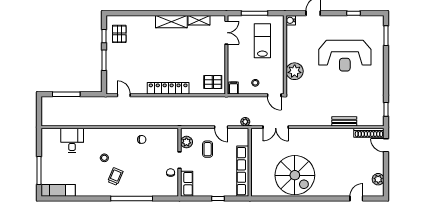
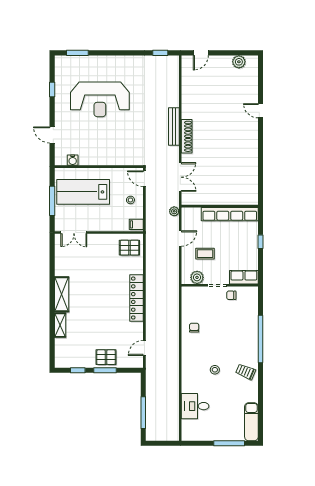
shelving: (199, 20) -> (60, 325), moved
water cooler: (291, 20) -> (73, 160), moved
double door: (226, 33) -> (74, 233), swing flipped
pallet: (119, 34) -> (106, 357), moved
lab bench: (262, 41) -> (83, 192), width x1.36, depth x1.39
reception desk: (345, 56) -> (100, 99), turned 90
plant: (295, 71) -> (117, 156), removed
pallet: (213, 82) -> (129, 248), turned 90
door: (274, 95) -> (144, 179), swing flipped
bench: (344, 121) -> (174, 127), moved, width x1.36
shoe rack: (369, 133) -> (187, 136), moved
spiral stairs: (295, 175) -> (234, 156), removed
trolley: (115, 177) -> (246, 372), moved
door: (356, 198) -> (261, 111), moved

